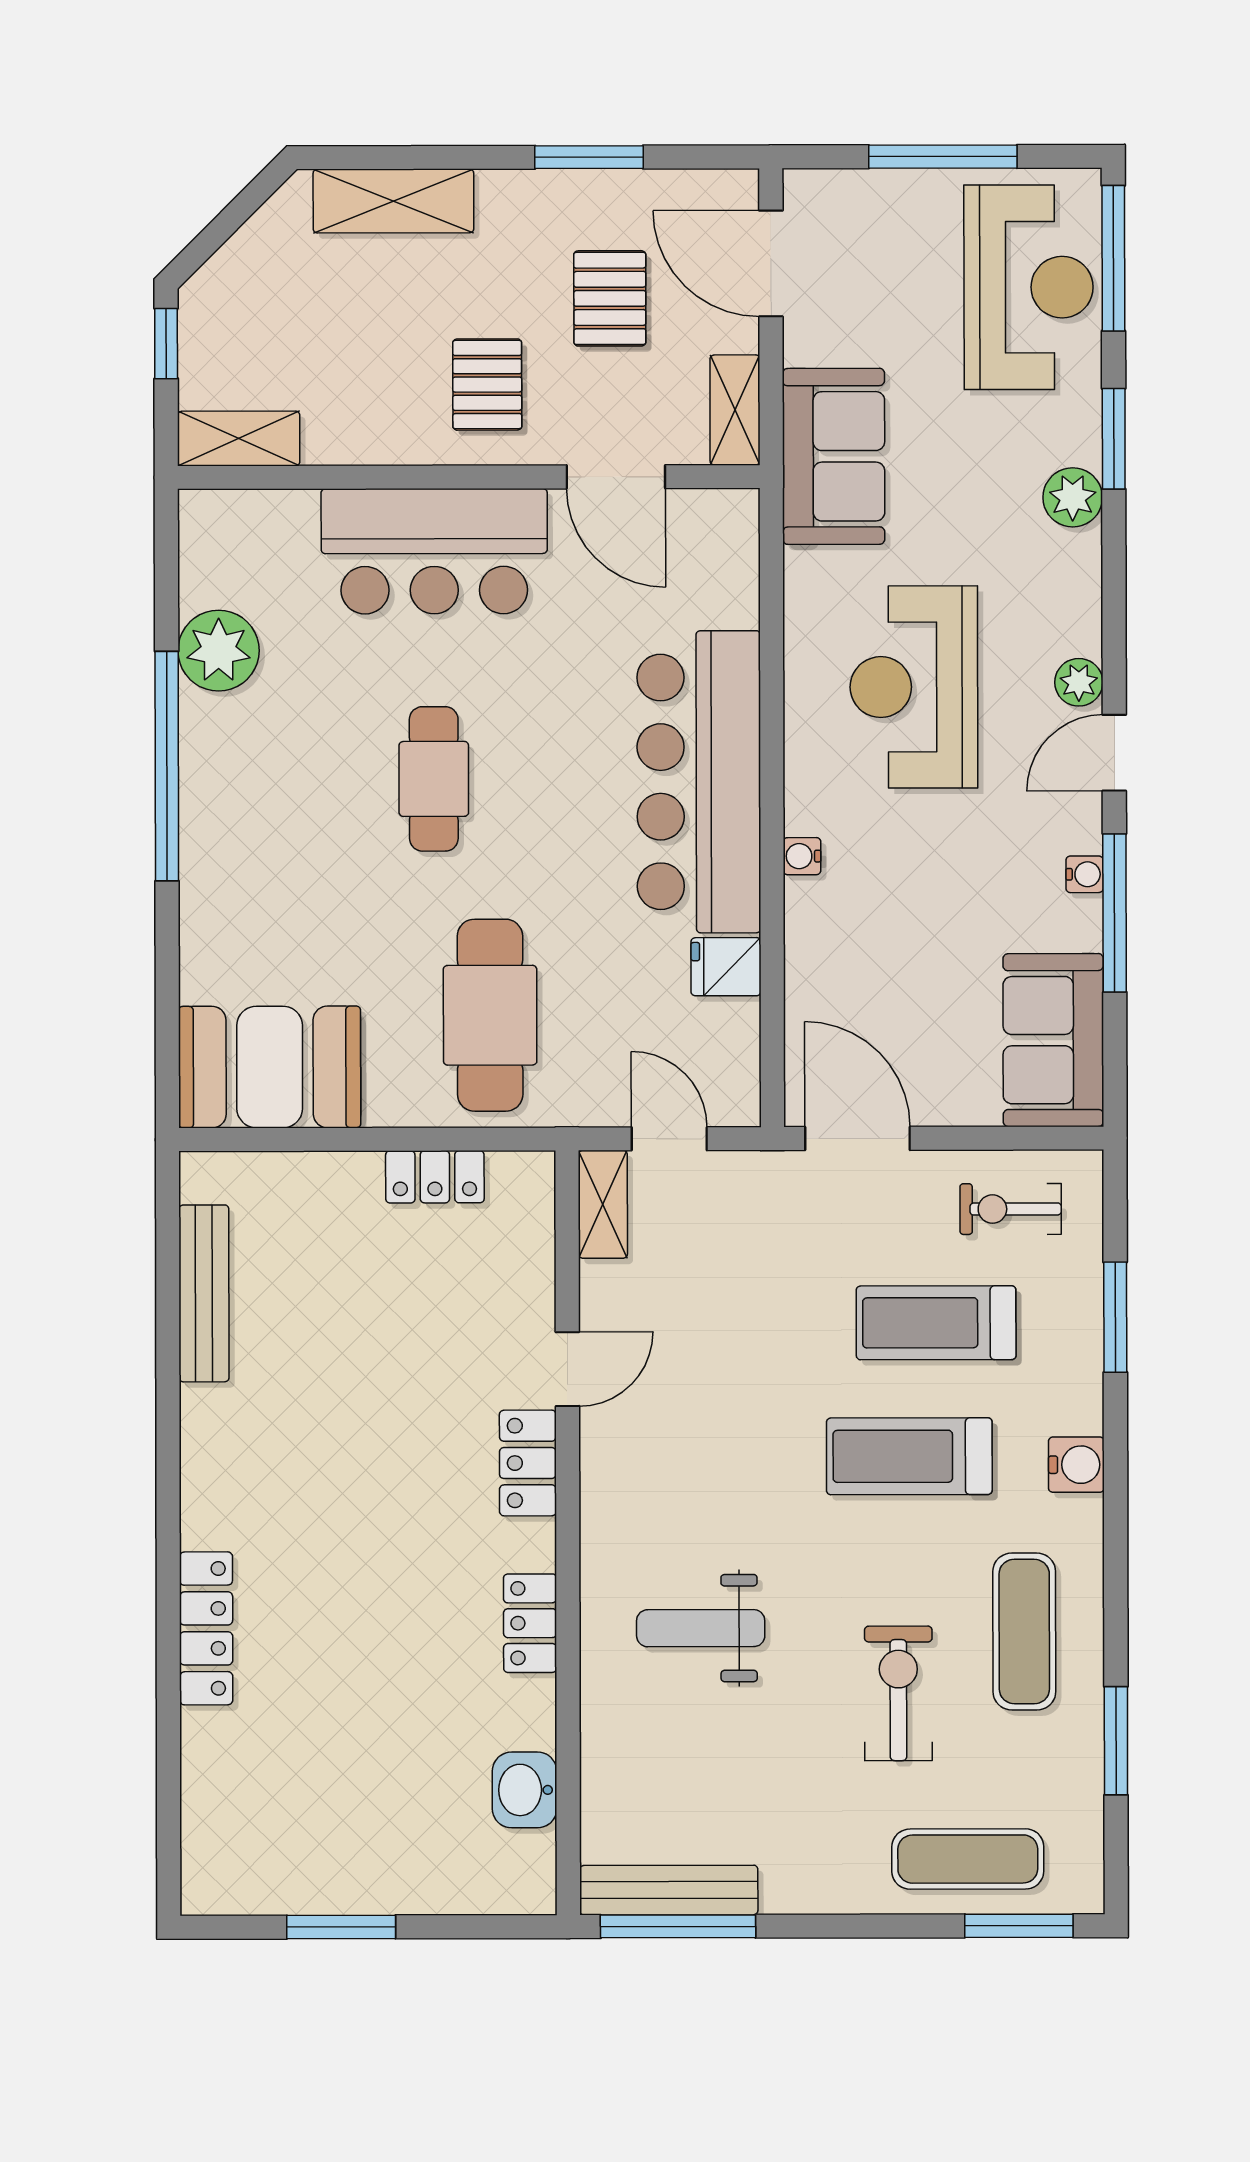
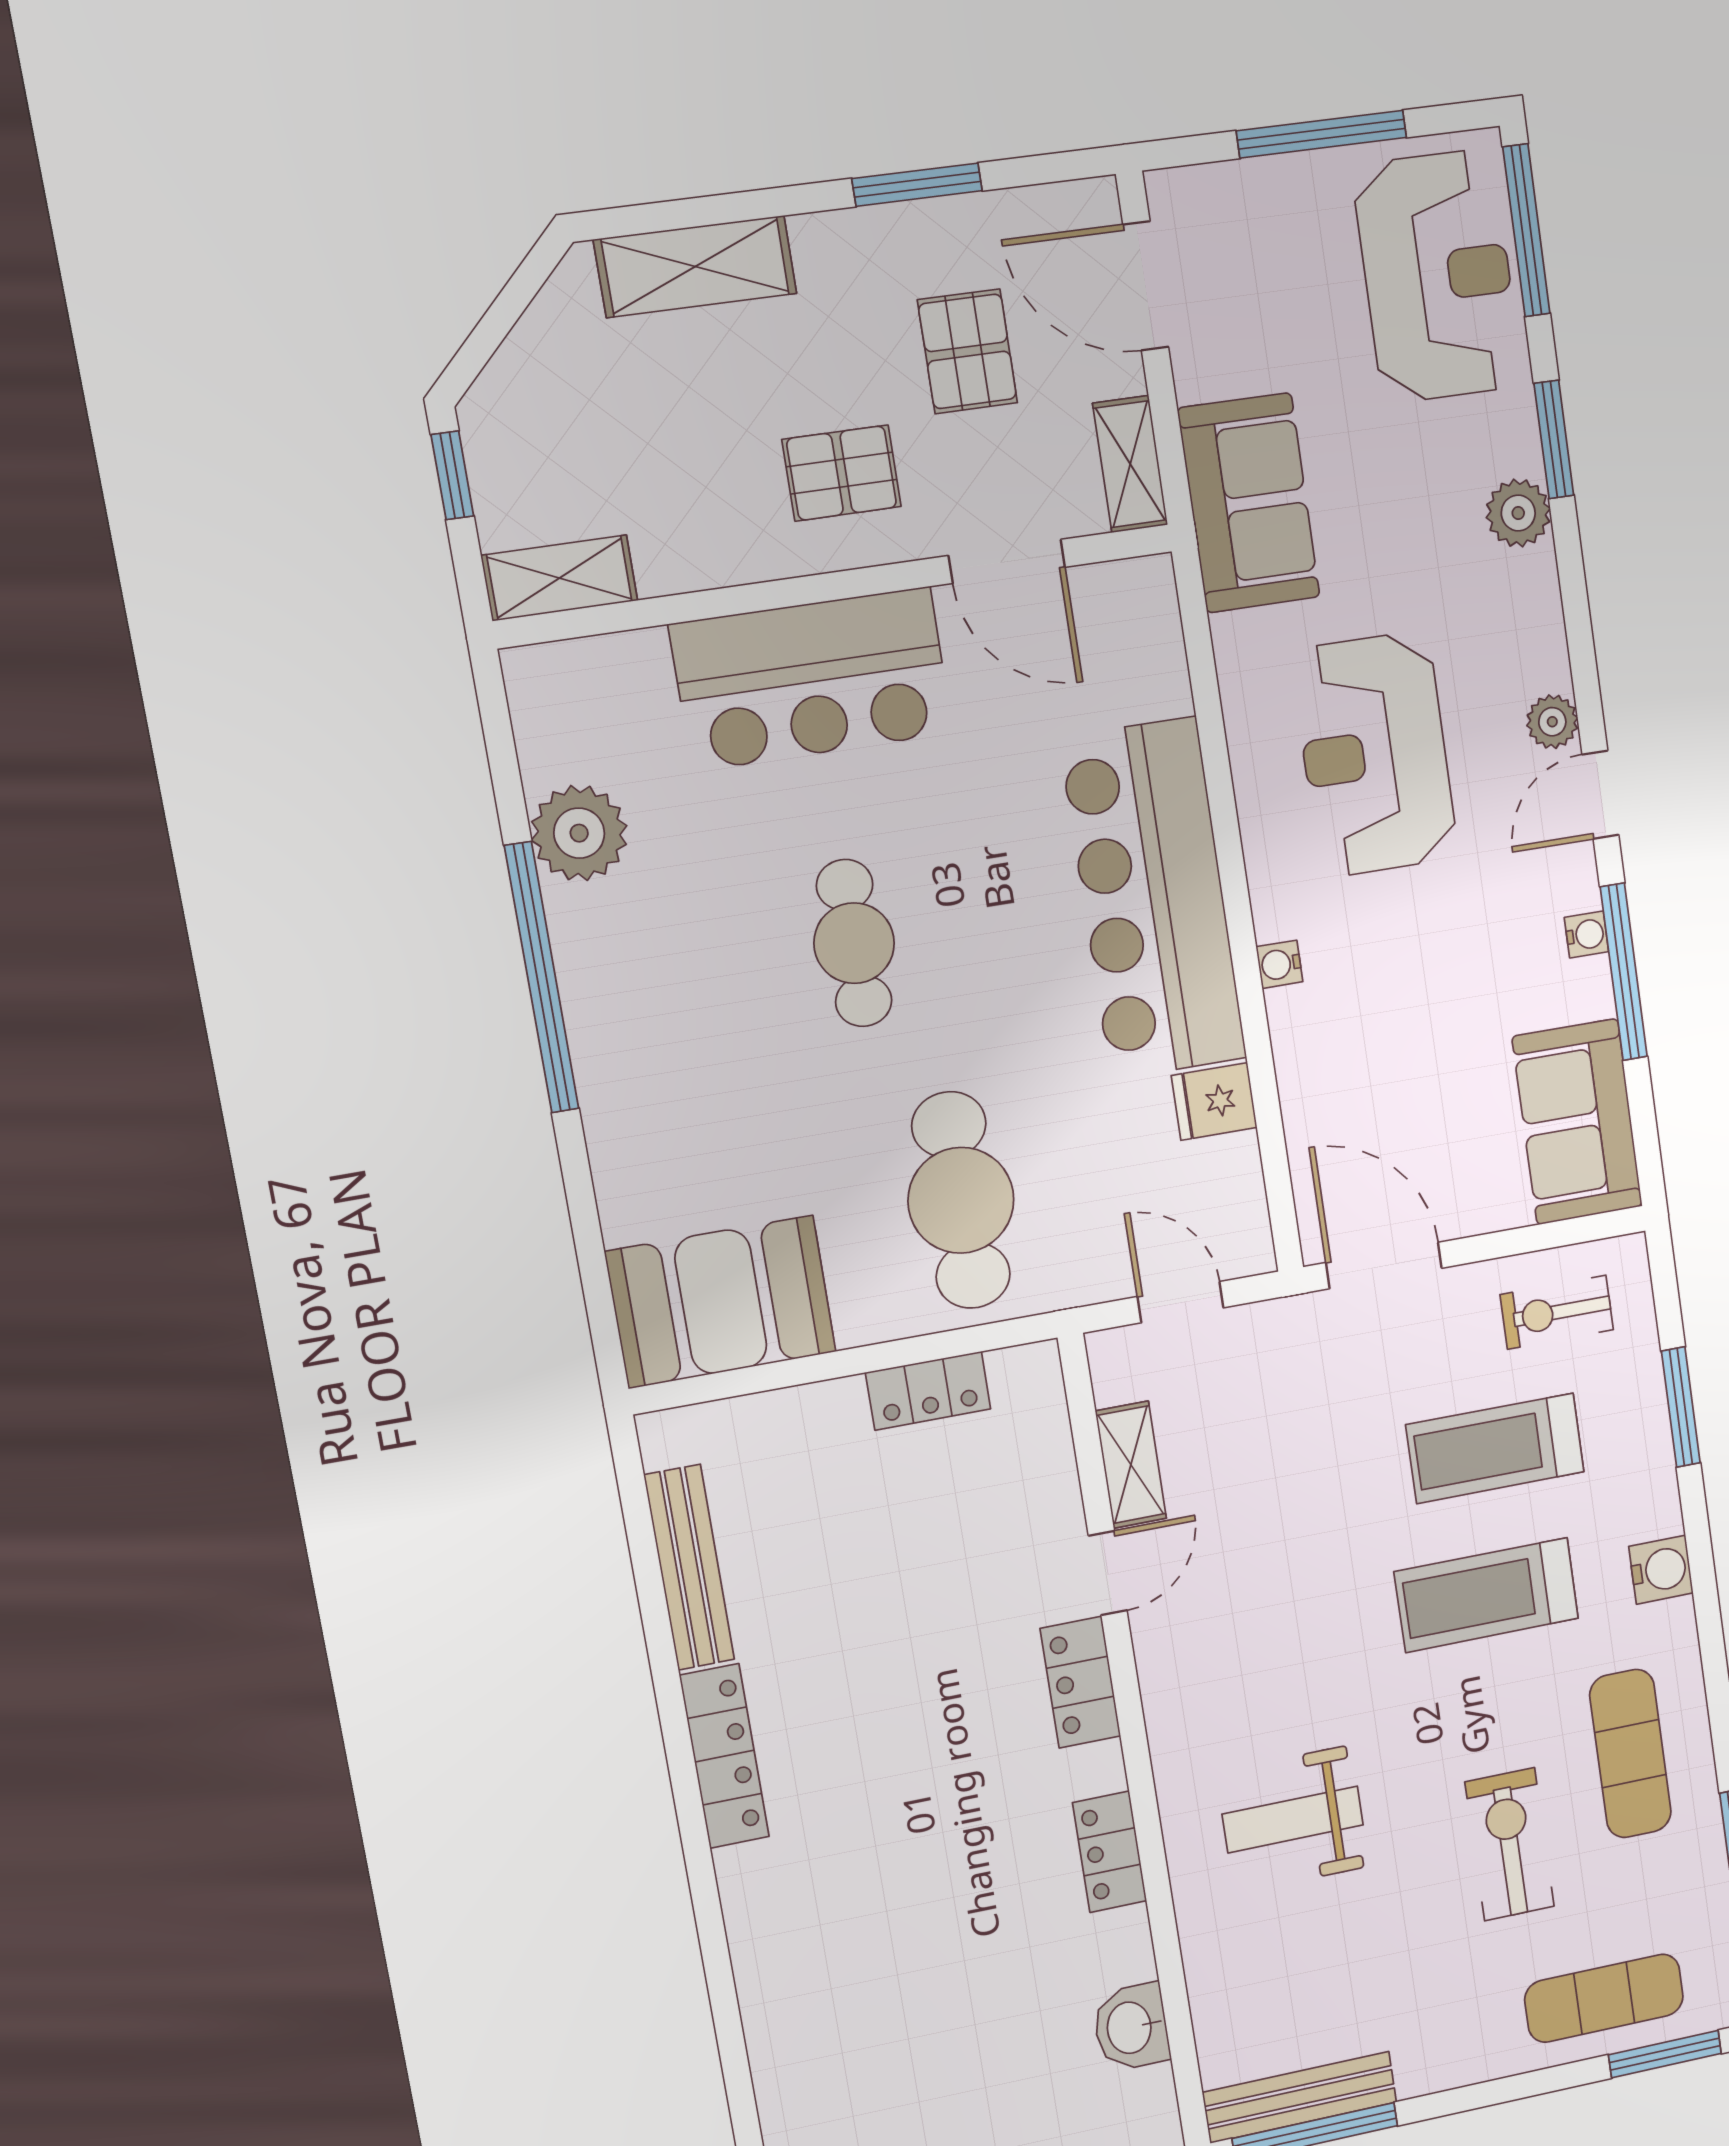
pallet: (487, 385) -> (842, 473), turned 90
shelving: (603, 1204) -> (1131, 1465), moved
locker: (206, 1628) -> (724, 1756), moved

